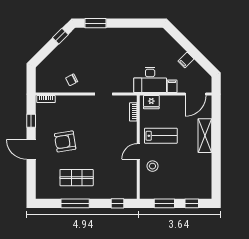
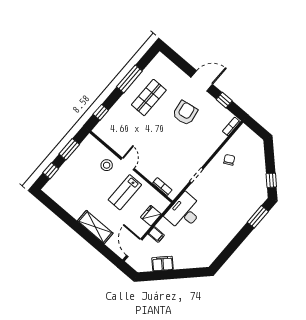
filing cabinet: (186, 60) -> (162, 264), width x2.00
desk: (150, 80) -> (184, 212), moved
fridge: (151, 102) -> (151, 216), moved

